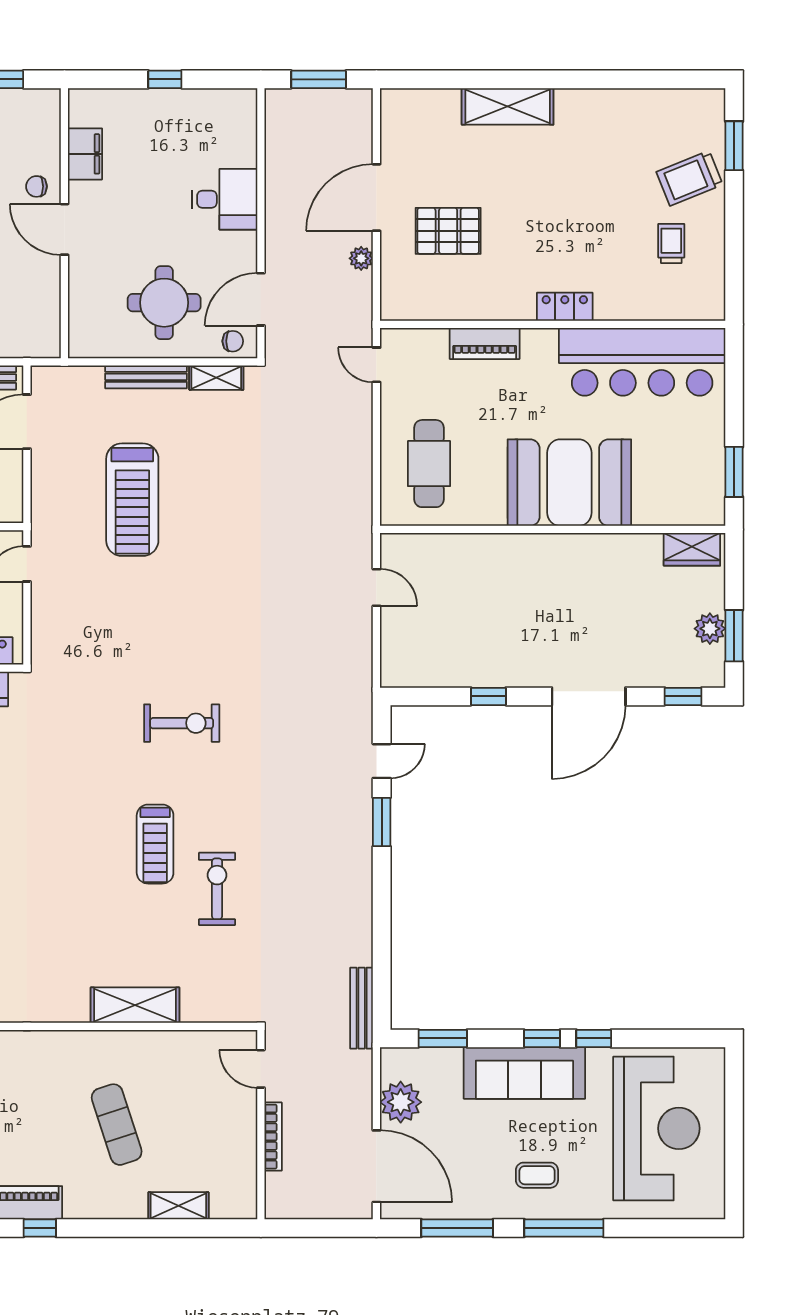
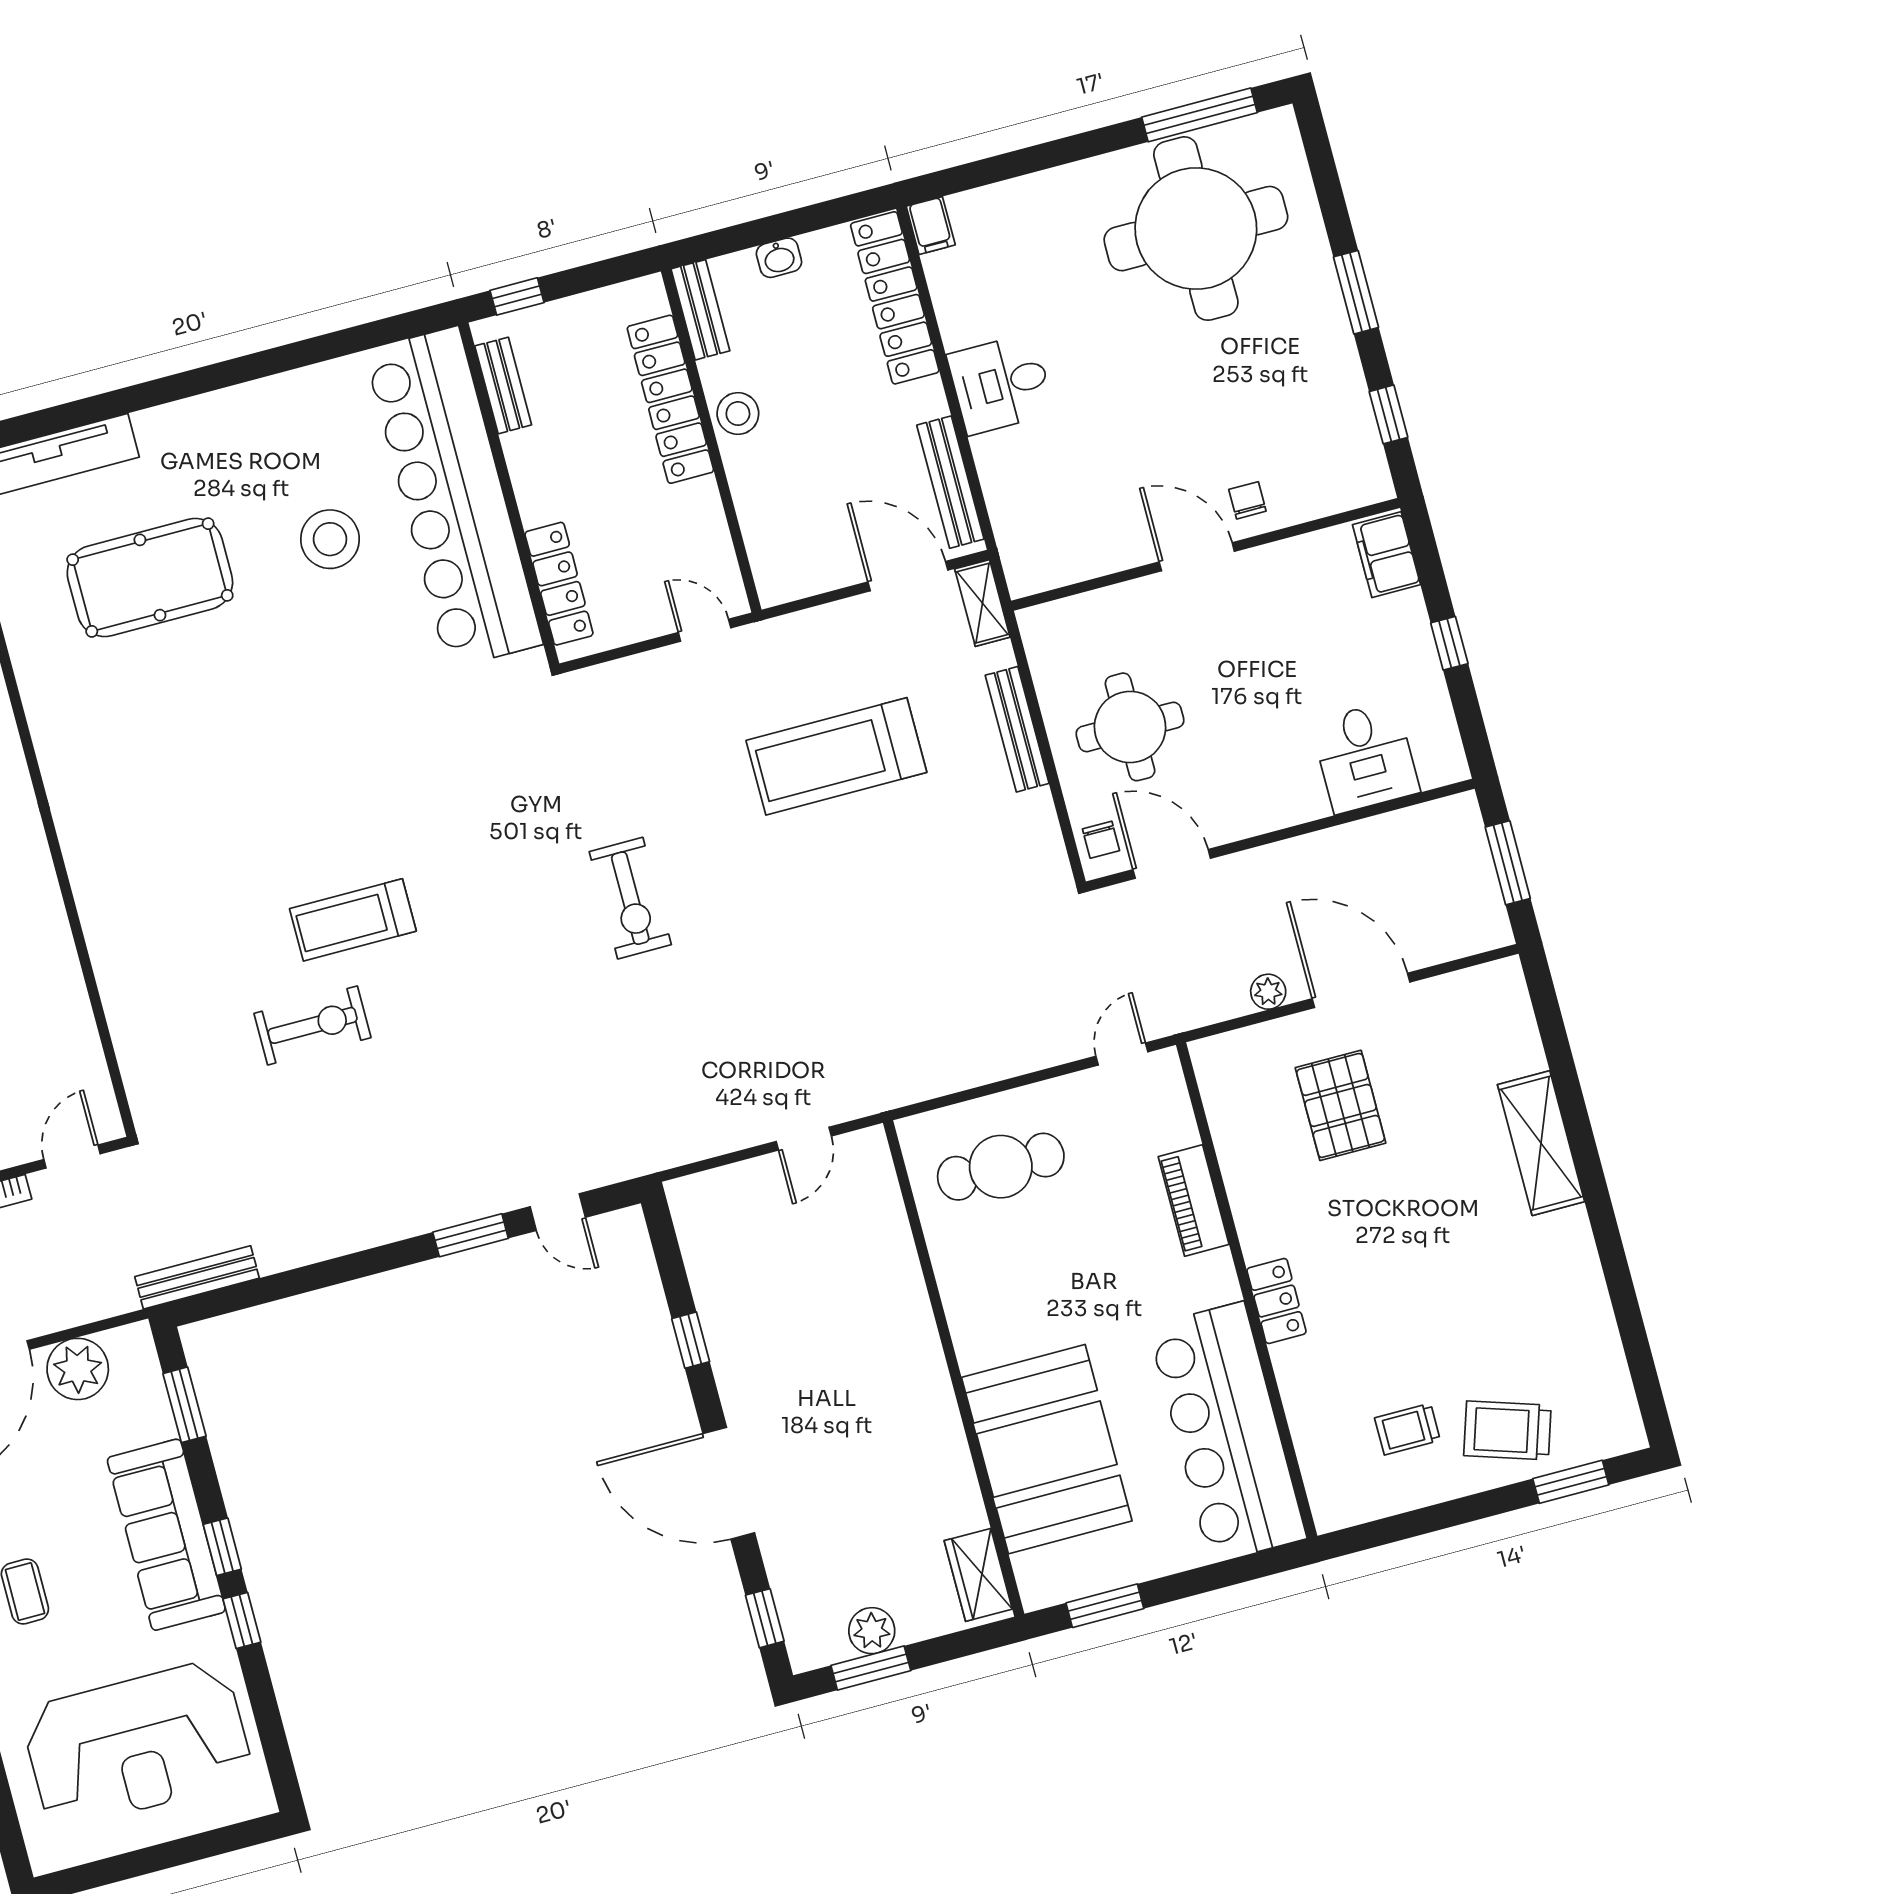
filing cabinet: (85, 154) -> (1386, 555), moved, turned 90
trolley: (690, 178) -> (1507, 1430), turned -50
desk: (225, 199) -> (1365, 757), moved
door: (64, 229) -> (1197, 557), hinge flipped
trolley: (671, 243) -> (1407, 1429), turned 180
shelving: (216, 378) -> (982, 603), moved
booth: (569, 483) -> (1047, 1449), moved
exercise bike: (182, 723) -> (630, 898), moved
shelving: (135, 1005) -> (115, 952), removed

